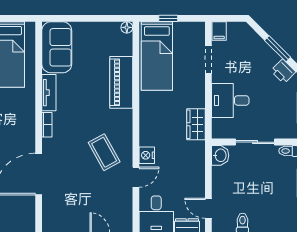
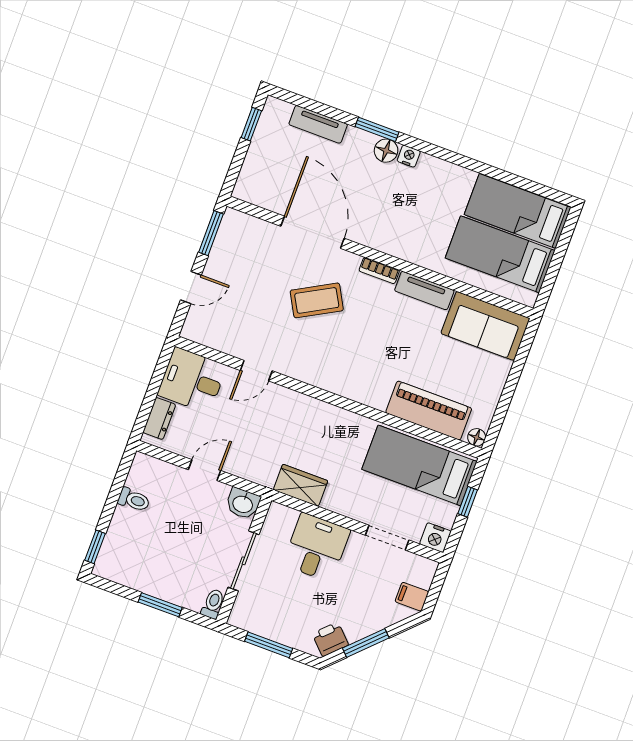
filing cabinet: (219, 31) -> (412, 597), moved
piano: (121, 82) -> (429, 411), moved
coffee table: (104, 152) -> (317, 300), moved
nightstand: (147, 155) -> (435, 538), moved, turned 180
door: (136, 177) -> (256, 371), hinge flipped
door: (208, 208) -> (204, 470), moved

